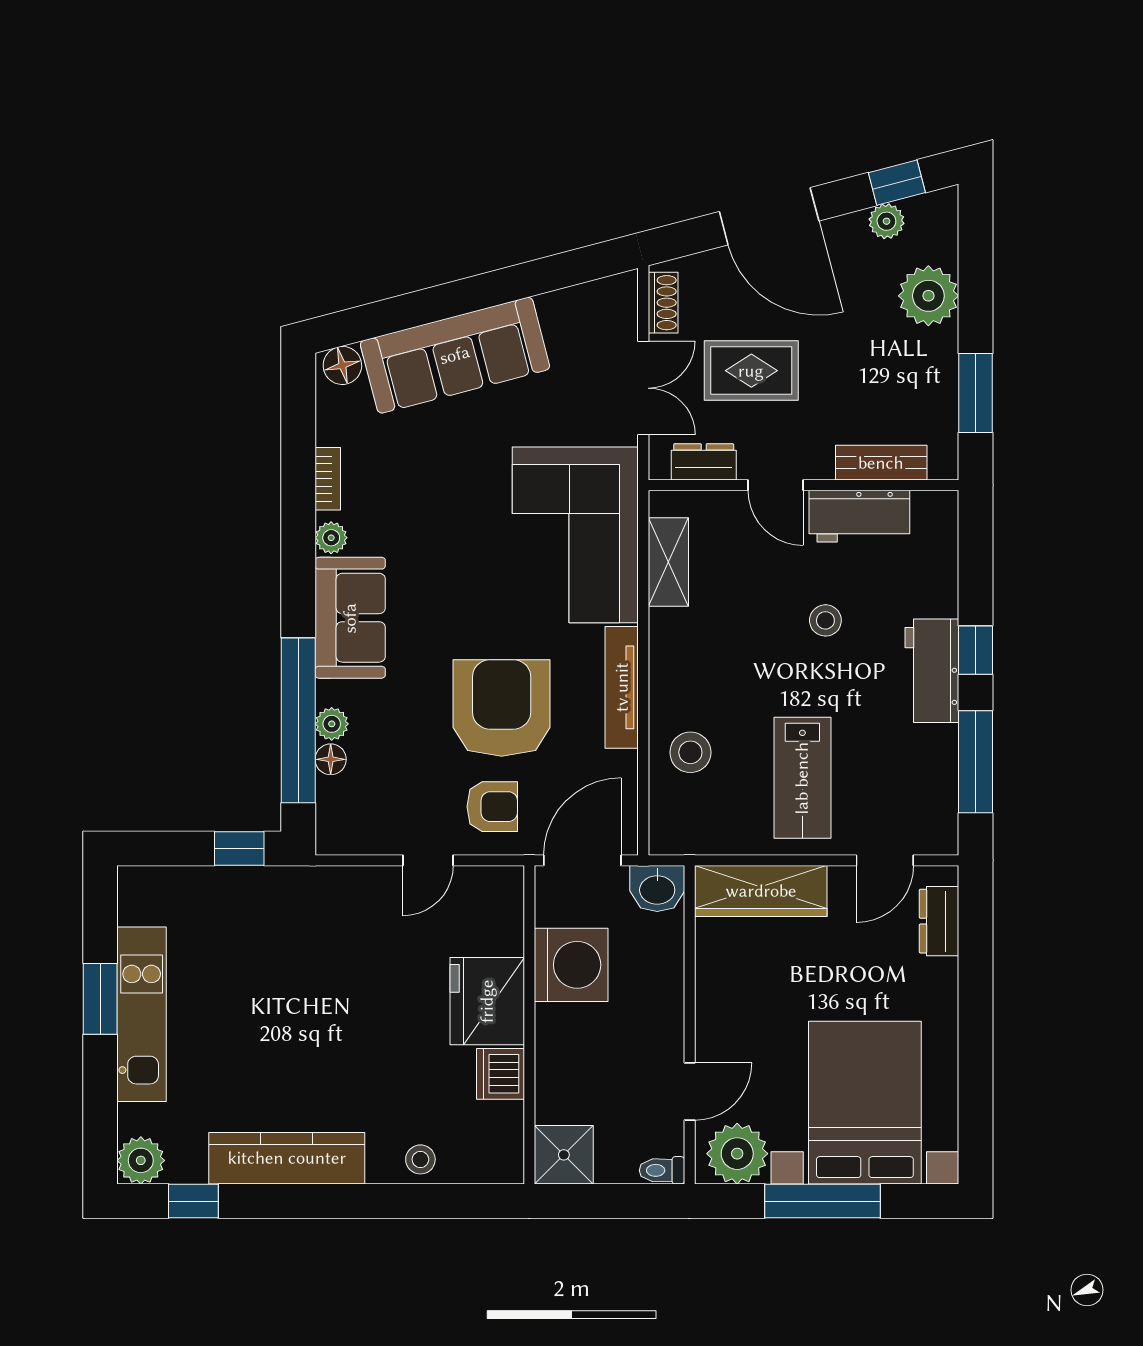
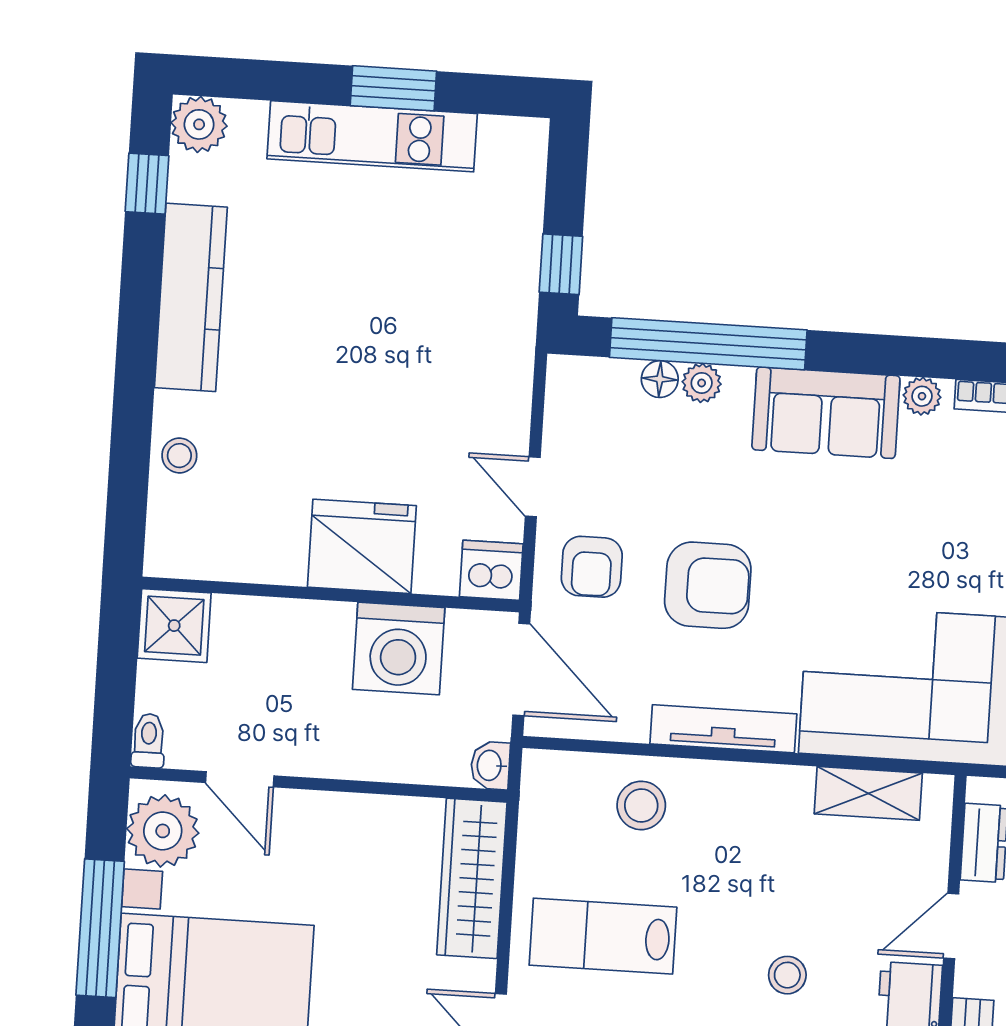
armchair: (502, 708) -> (708, 585), width x0.73, depth x0.73
washbasin: (657, 889) -> (490, 765), width x0.72, depth x0.69
dishwasher: (500, 1074) -> (491, 570), moved

